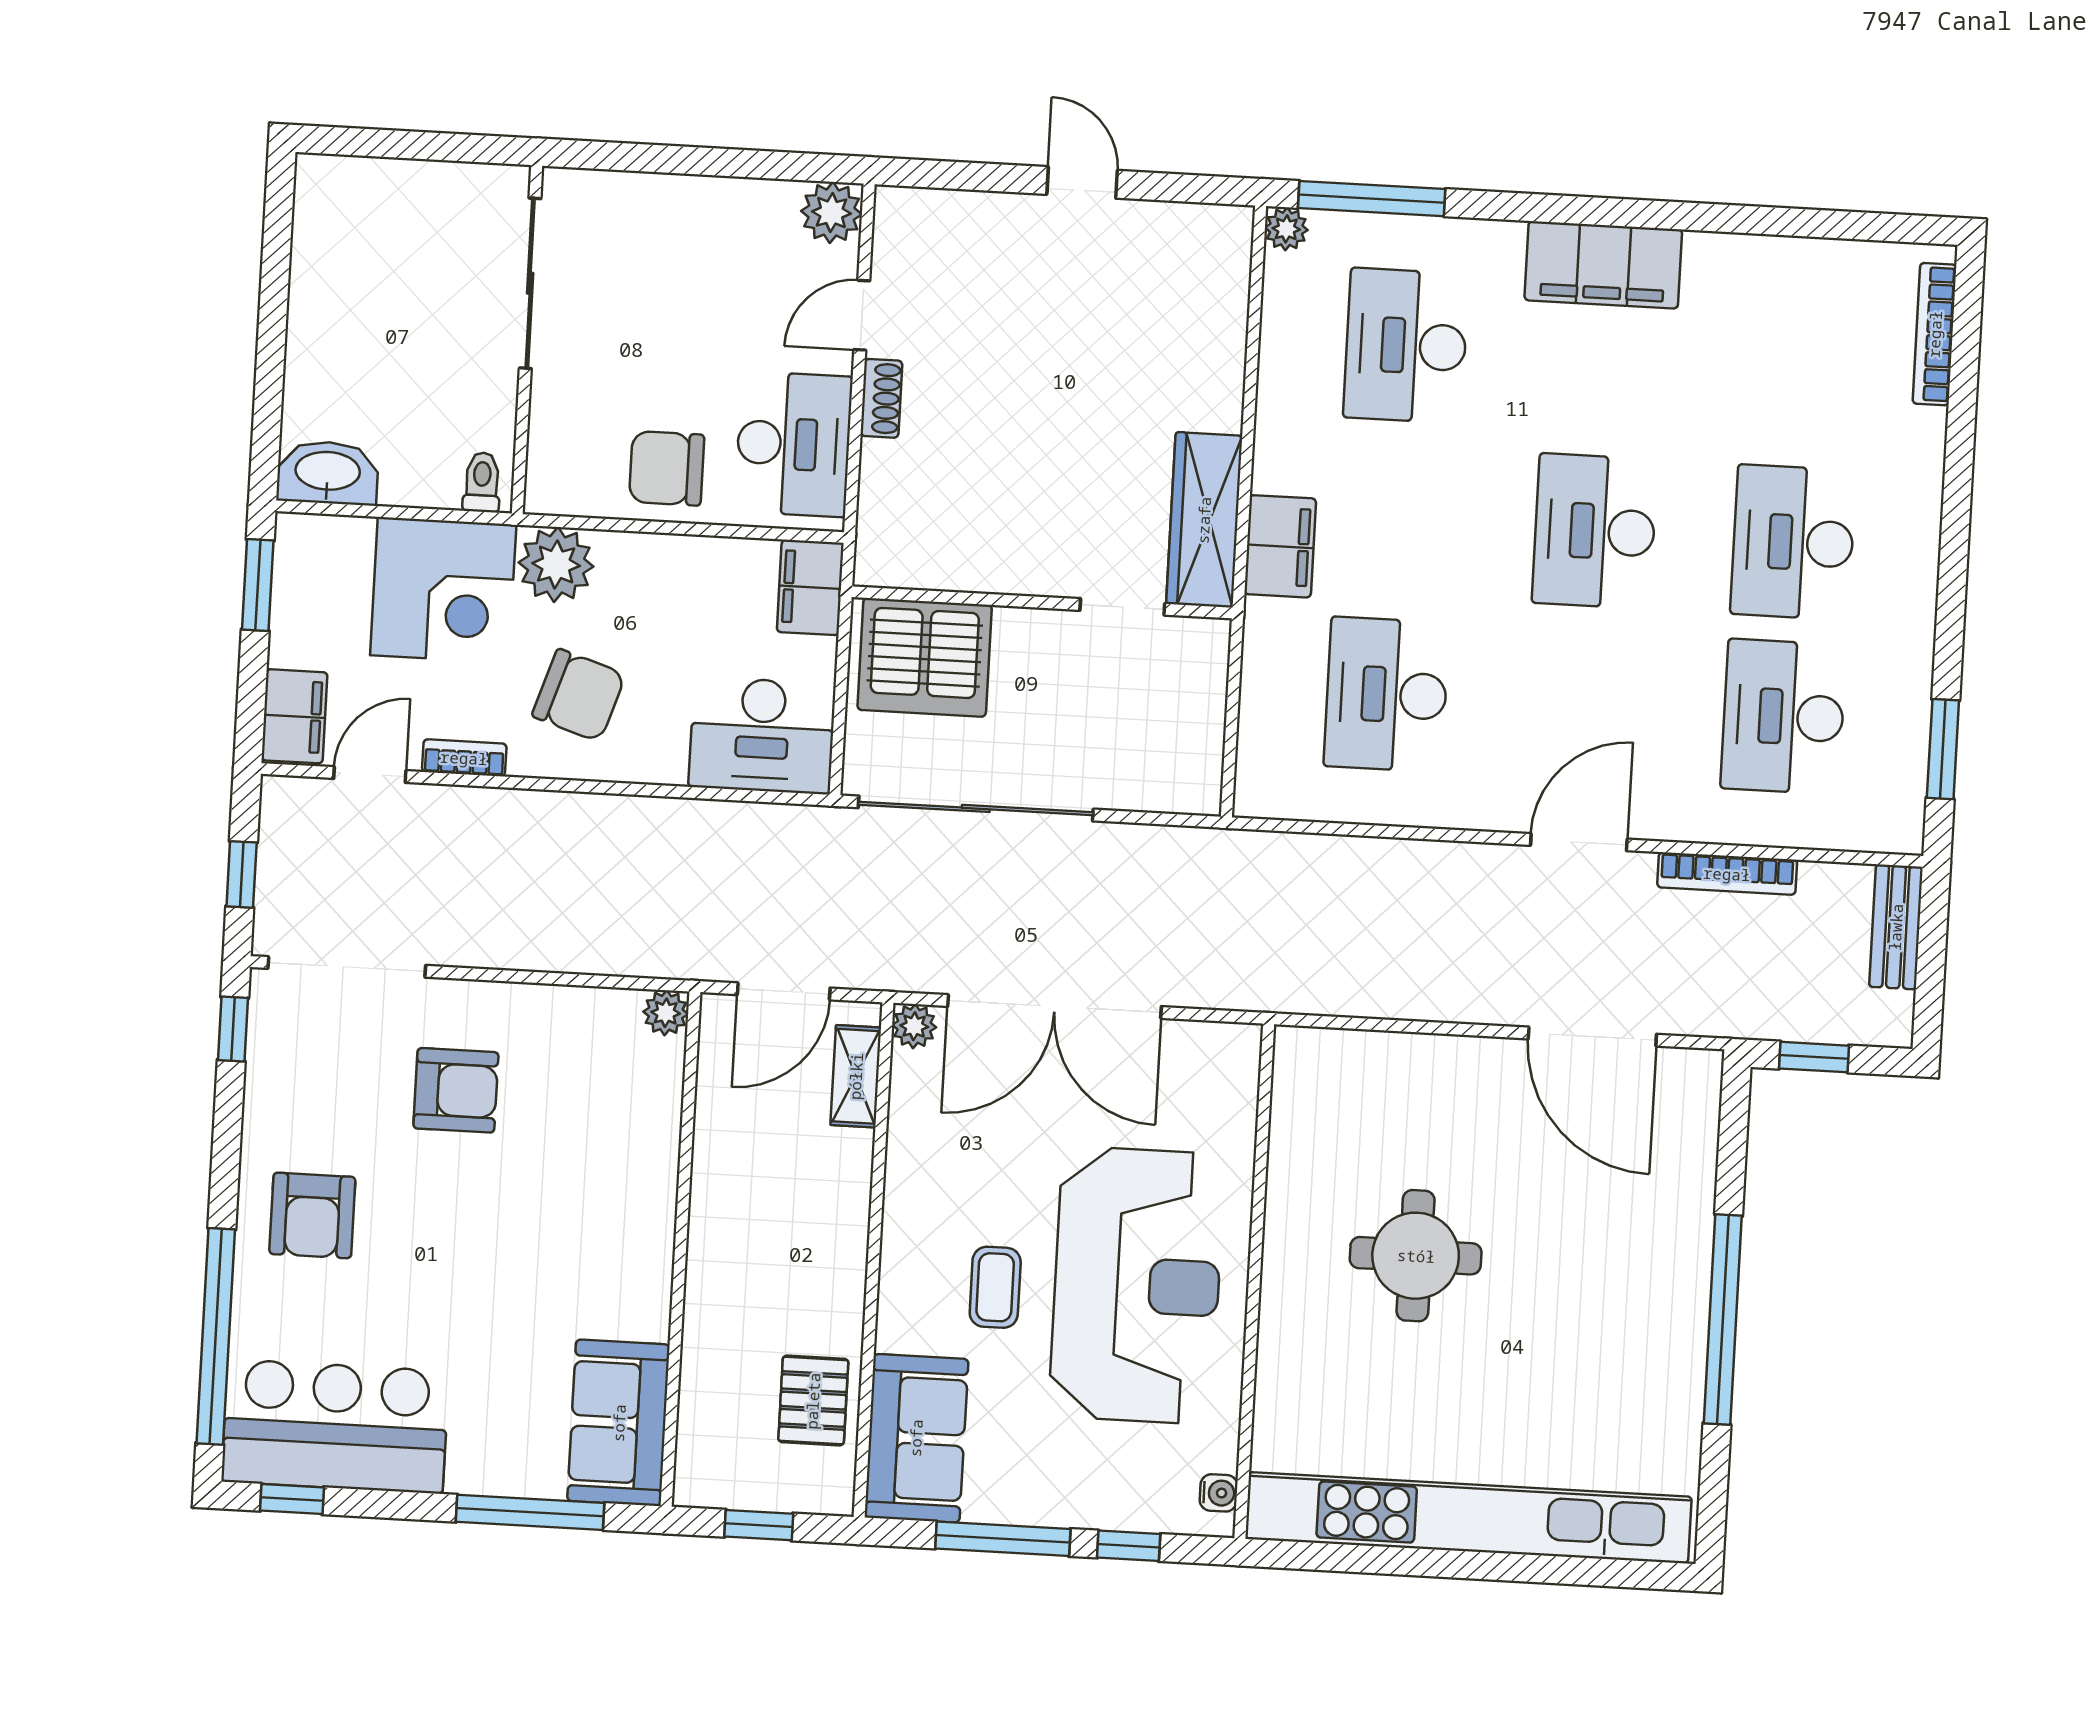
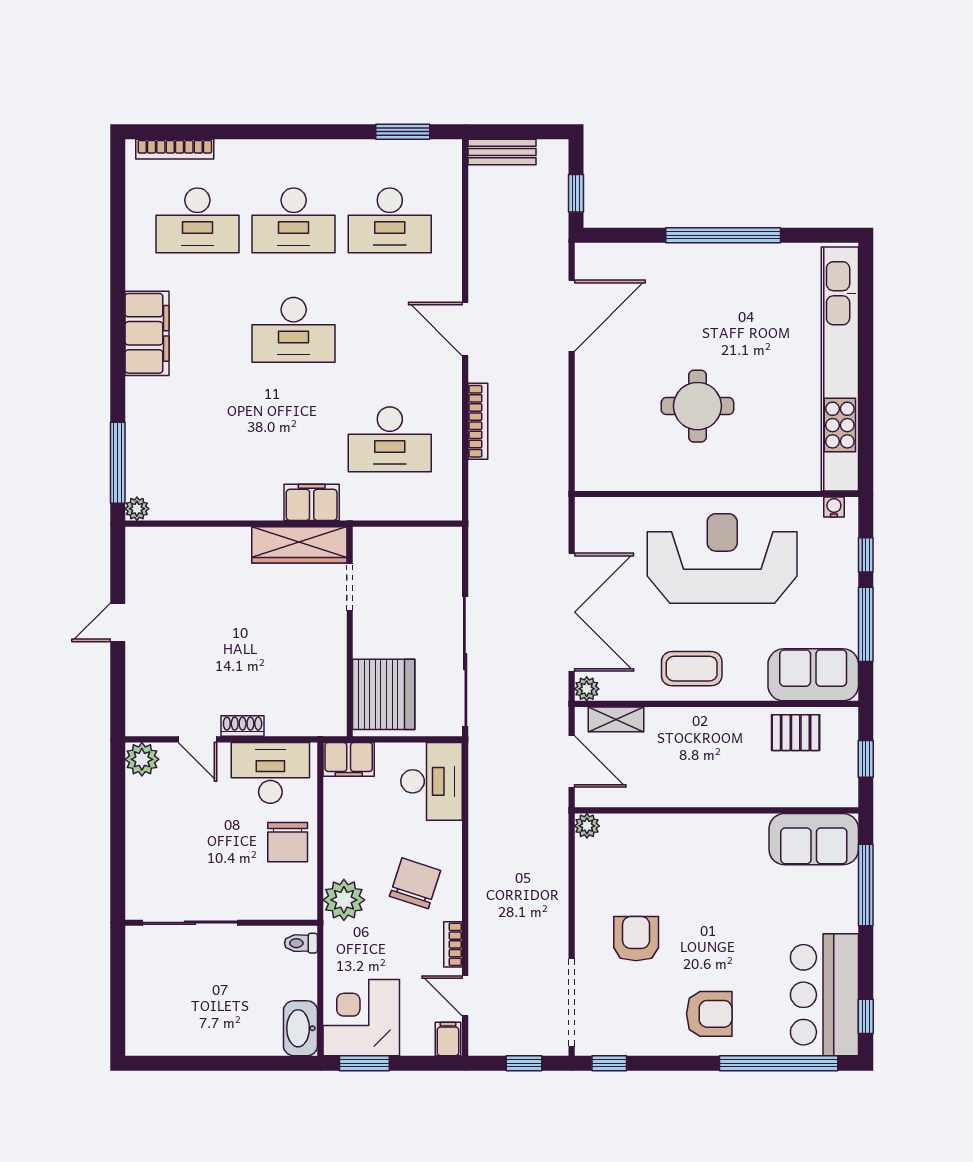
desk: (1406, 346) -> (197, 220), moved
corner desk: (443, 590) -> (361, 1018), moved, turned -90
filing cabinet: (294, 716) -> (448, 1039), width x0.50
bookcase: (1727, 874) -> (478, 421), moved
coffee table: (995, 1287) -> (692, 669), moved, width x1.36, depth x1.30

